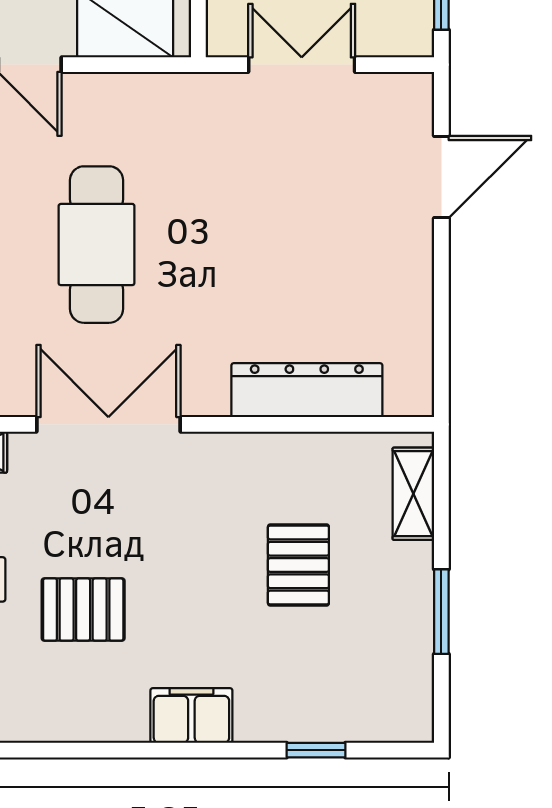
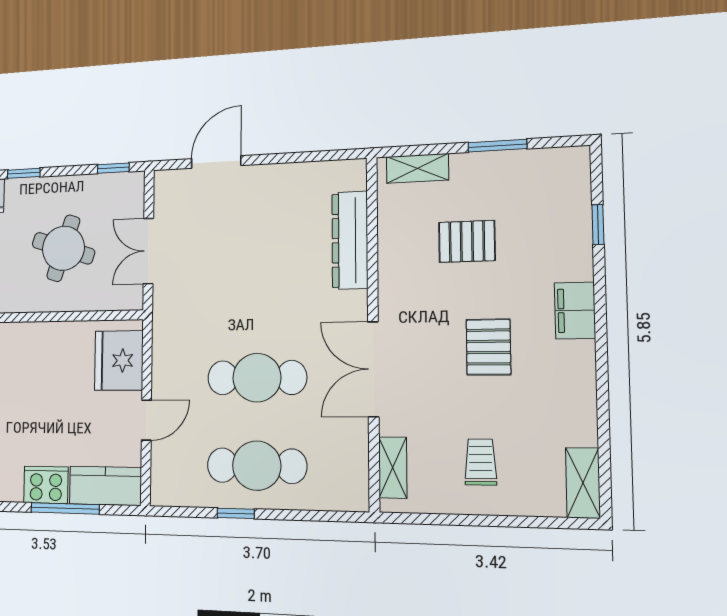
door: (441, 177) -> (216, 162), hinge flipped
pallet: (83, 610) -> (488, 347), moved

